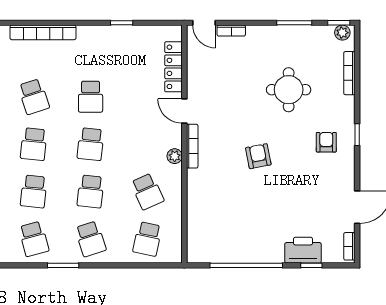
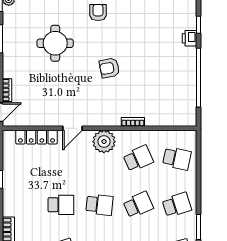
armchair: (326, 142) -> (98, 12), turned 90
bookcase: (192, 146) -> (133, 122), moved, width x0.64
plant: (175, 156) -> (104, 142), width x1.88, depth x1.88
school desk: (91, 191) -> (138, 205), turned -30
printer: (303, 250) -> (190, 38), width x0.53, depth x0.68

